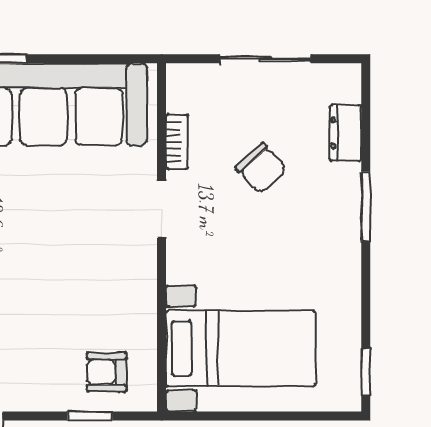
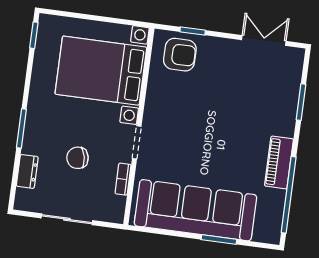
chair: (261, 168) -> (78, 158), turned -59
bed with nightstands: (241, 349) -> (101, 71), width x1.36
armchair: (107, 372) -> (180, 55), width x1.38, depth x1.38

